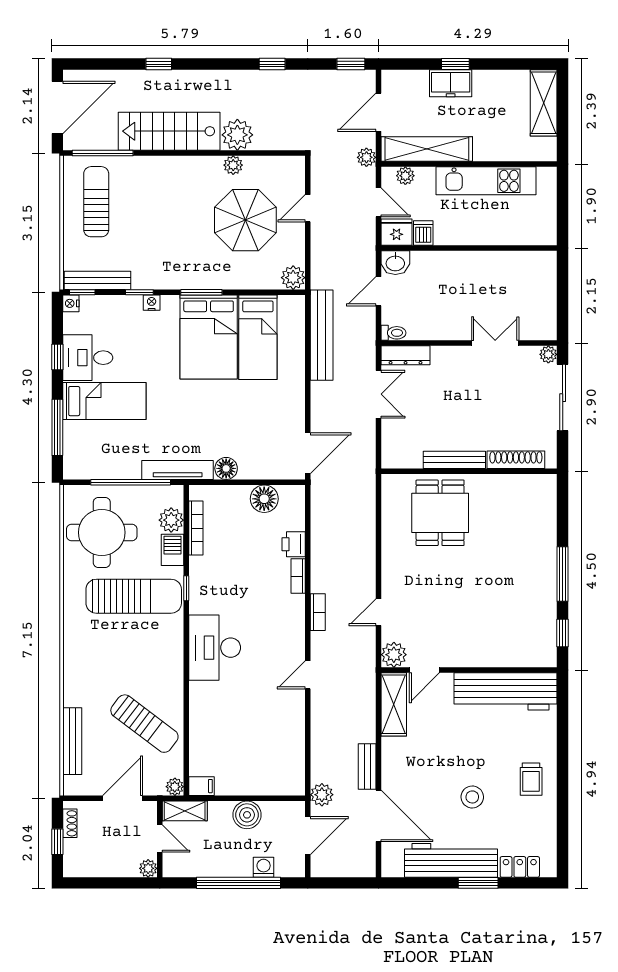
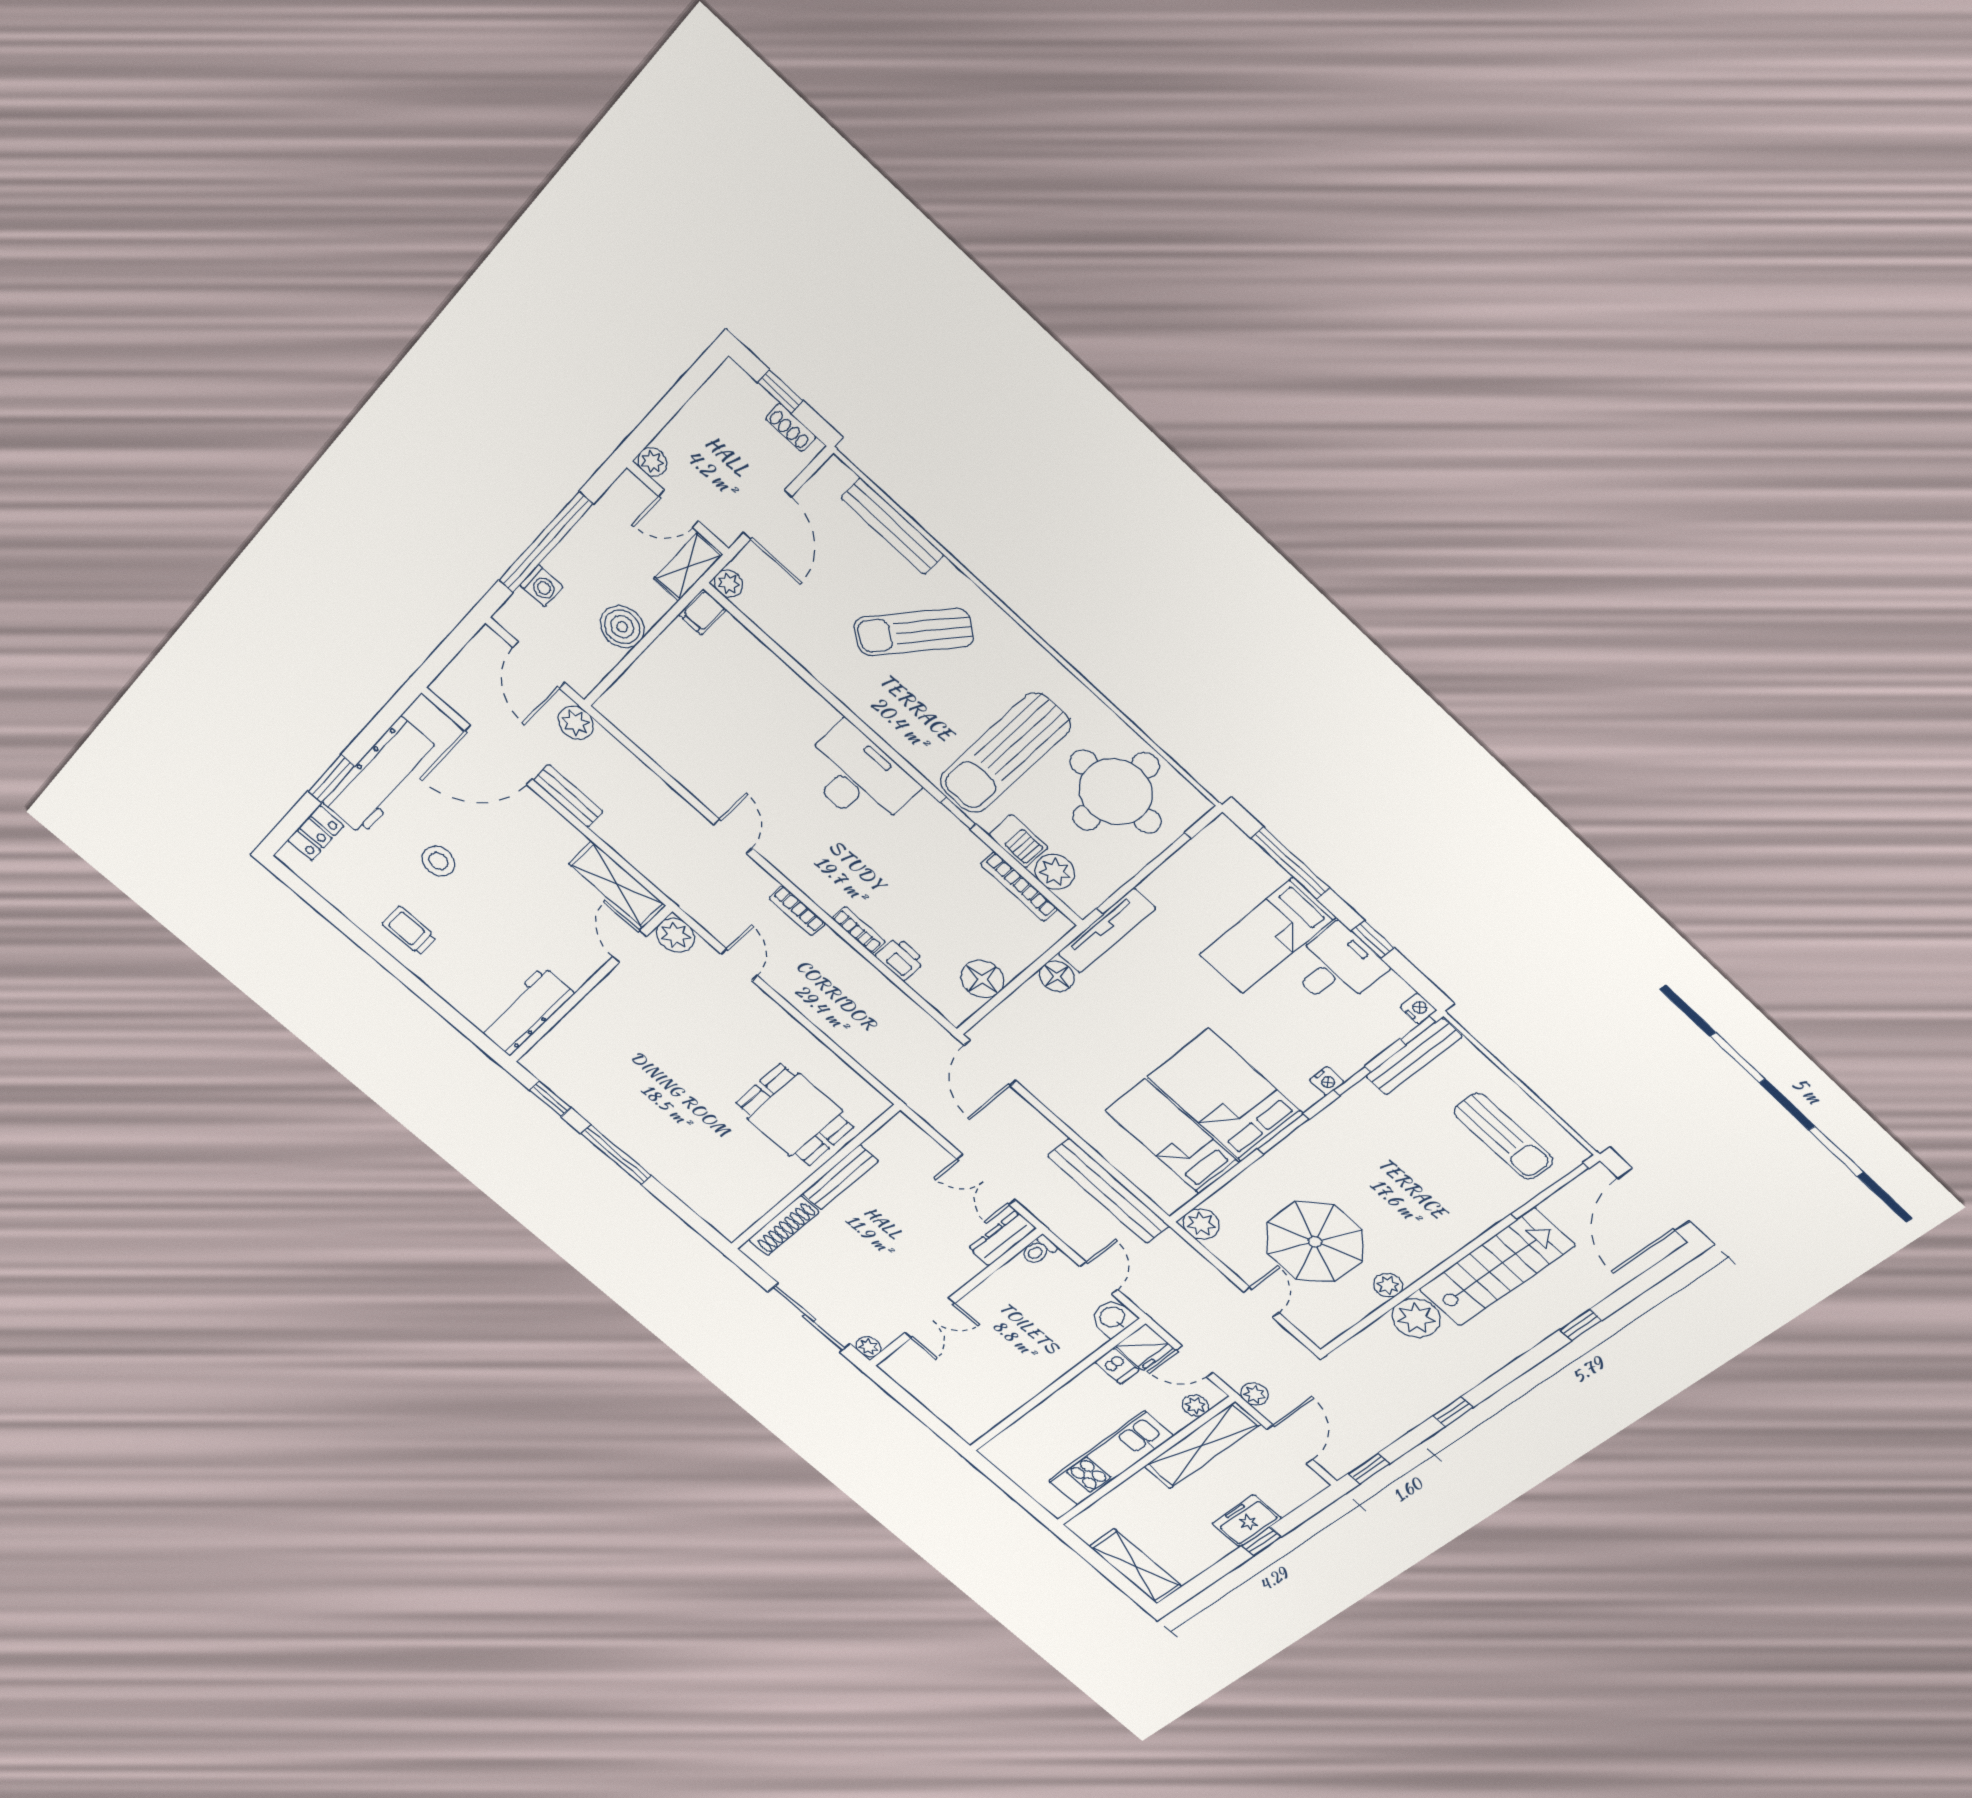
workbench: (506, 691) -> (526, 1011), width x0.73, depth x0.76
sun lounger: (144, 724) -> (914, 632), moved

